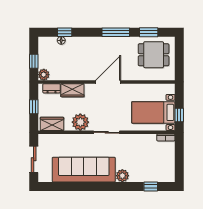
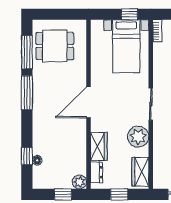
window: (149, 32) -> (27, 52), width x1.44
dining table: (154, 55) -> (55, 46), turned 90
door: (108, 82) -> (88, 102), hinge flipped

